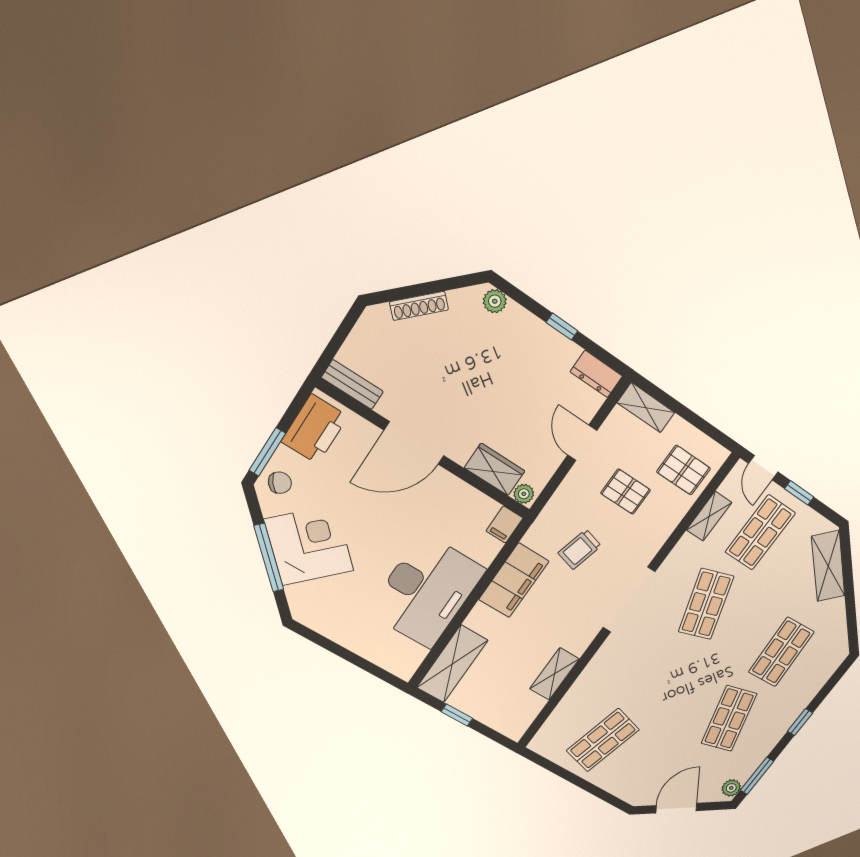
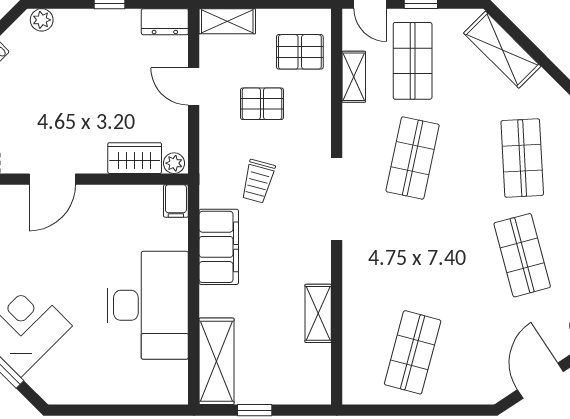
door: (414, 443) -> (52, 179), width x0.73
shop shelf: (706, 604) -> (413, 158), turned 30

